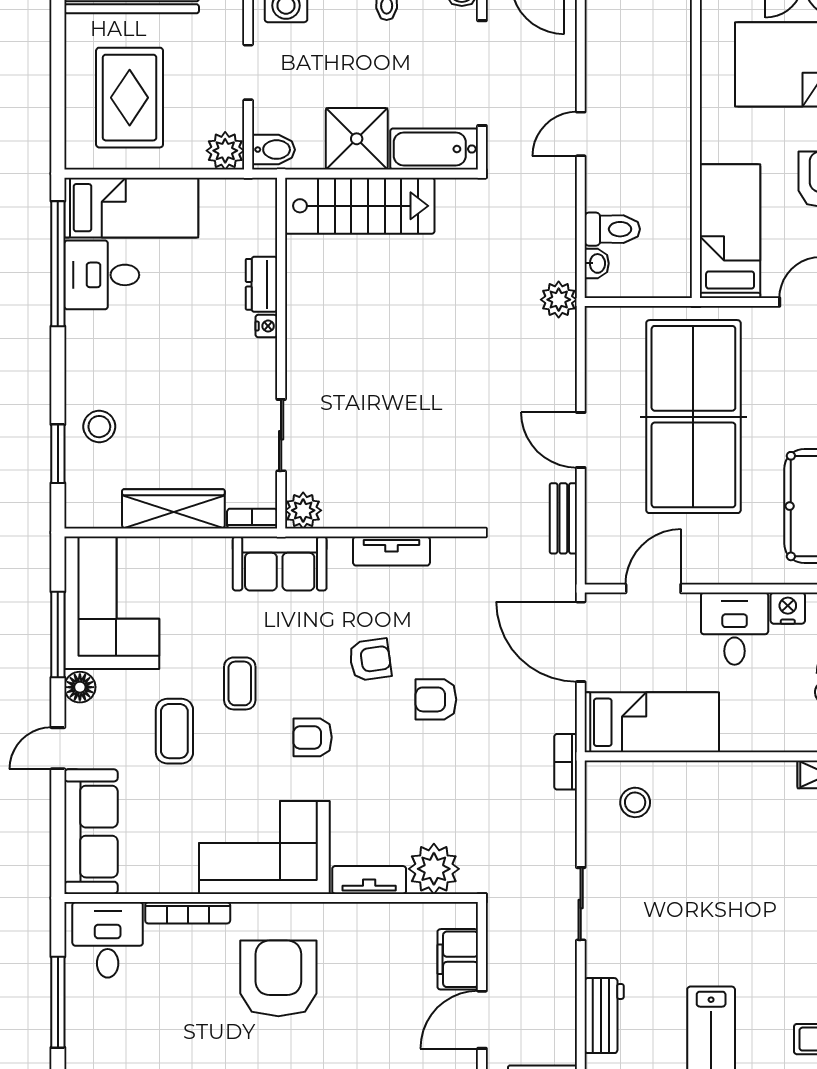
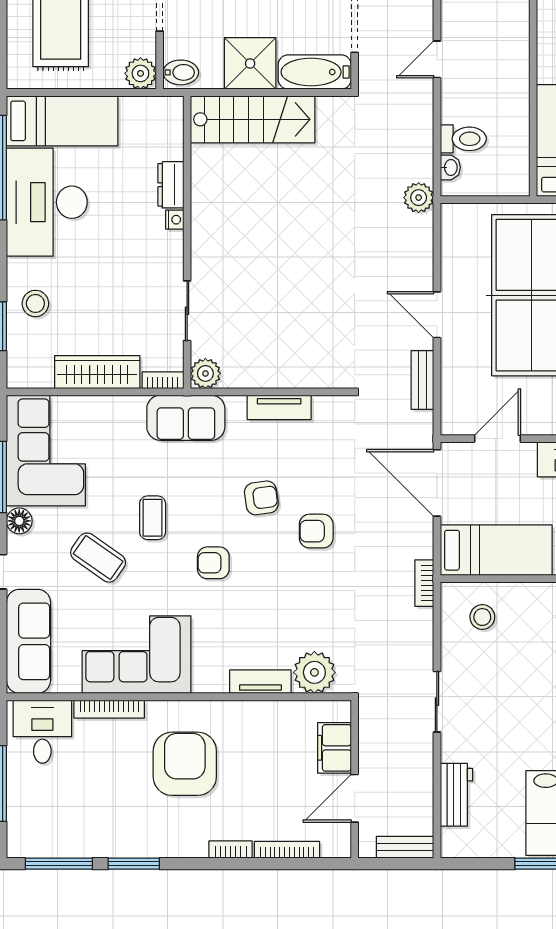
desk: (102, 275) -> (47, 202), width x1.87, depth x1.30
coffee table: (174, 731) -> (98, 558), turned -55
corner sofa: (264, 848) -> (137, 655), moved

